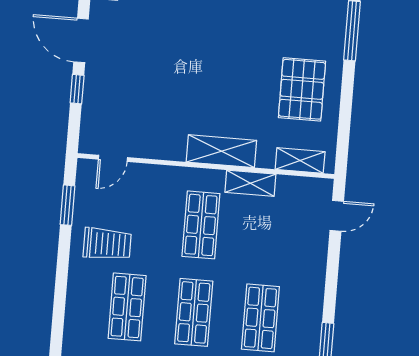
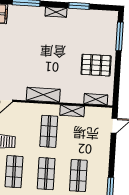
pallet: (302, 89) -> (96, 65), turned 90
shelving: (221, 151) -> (43, 95), moved

